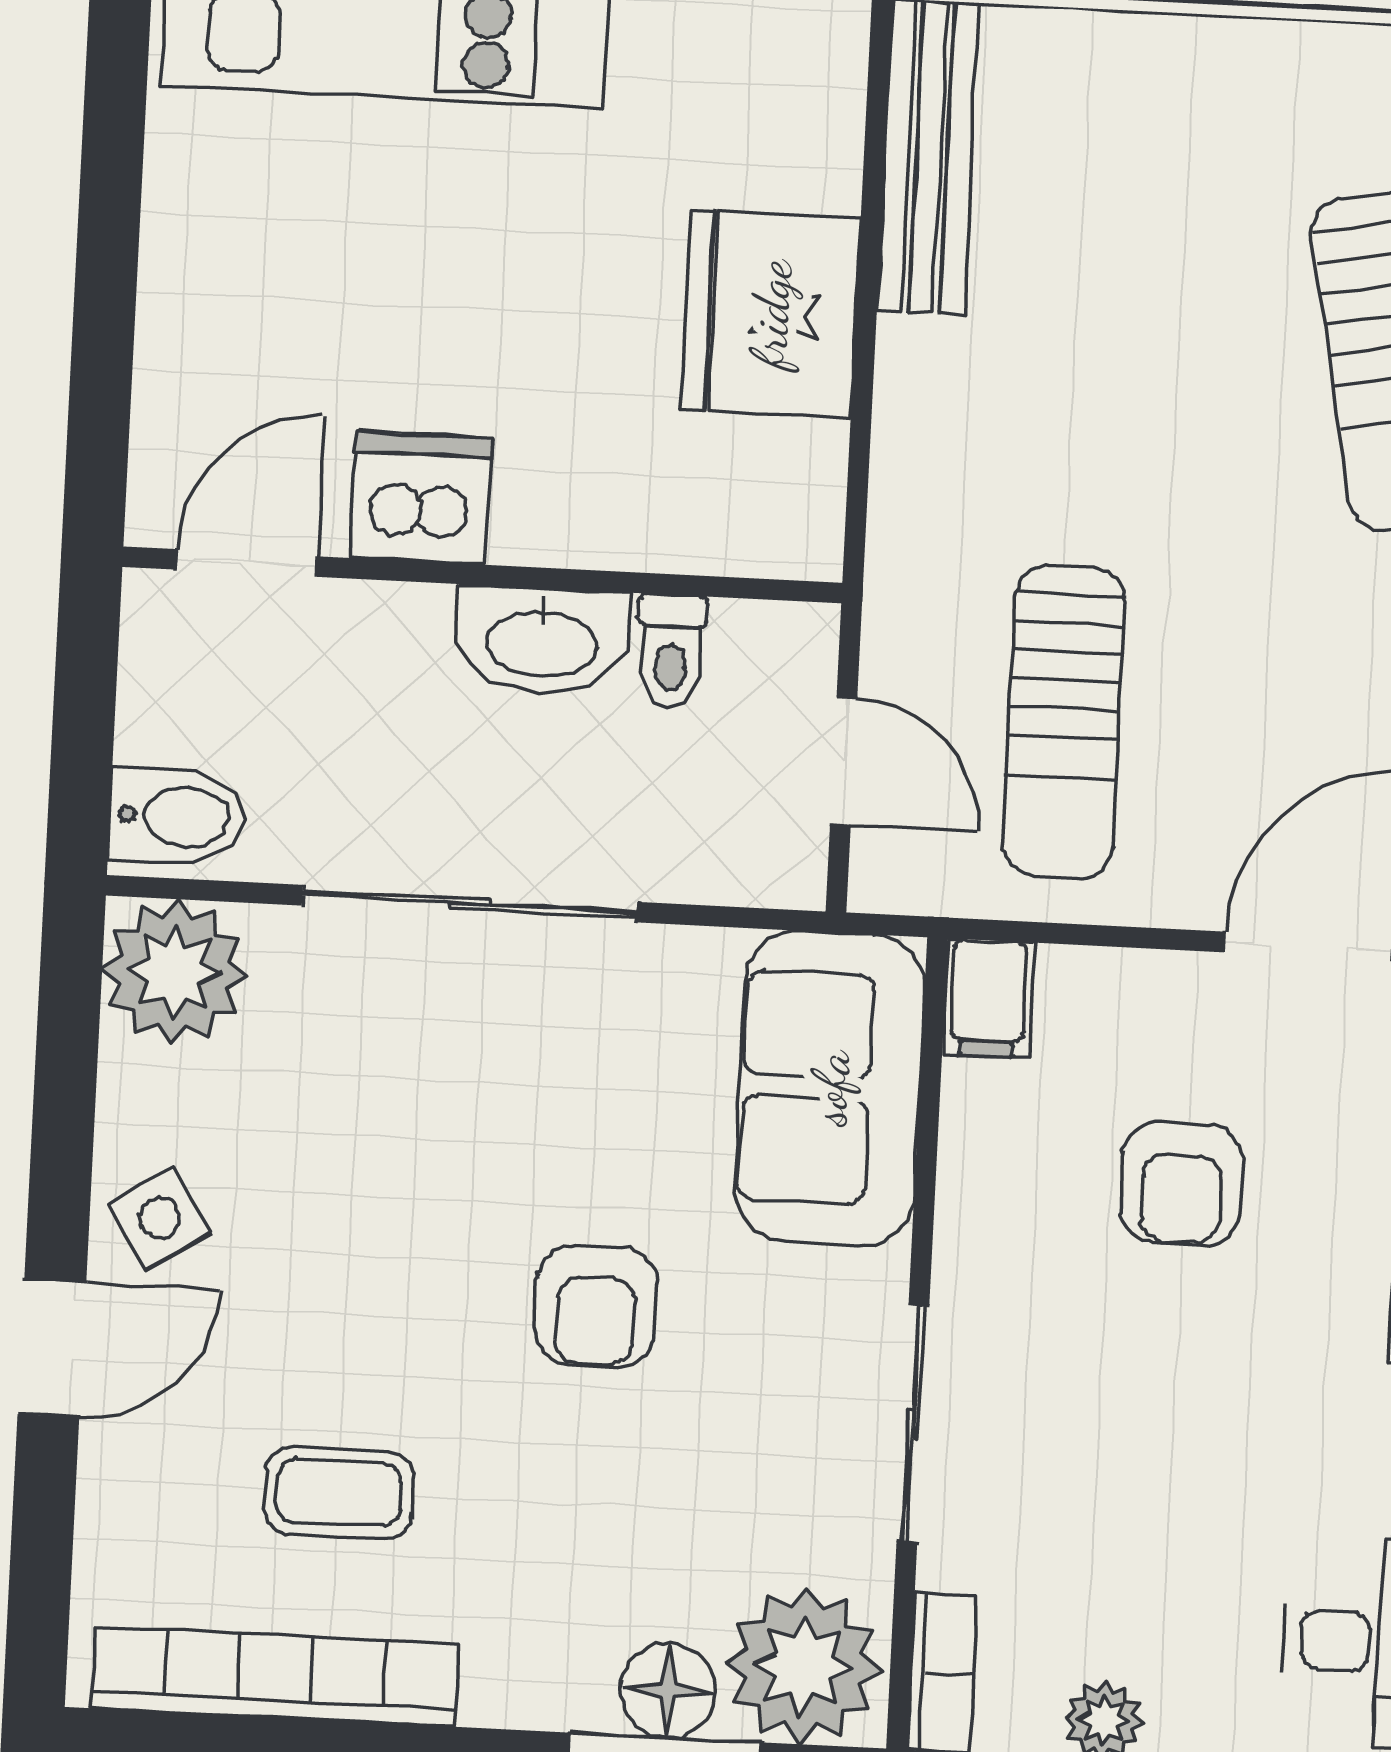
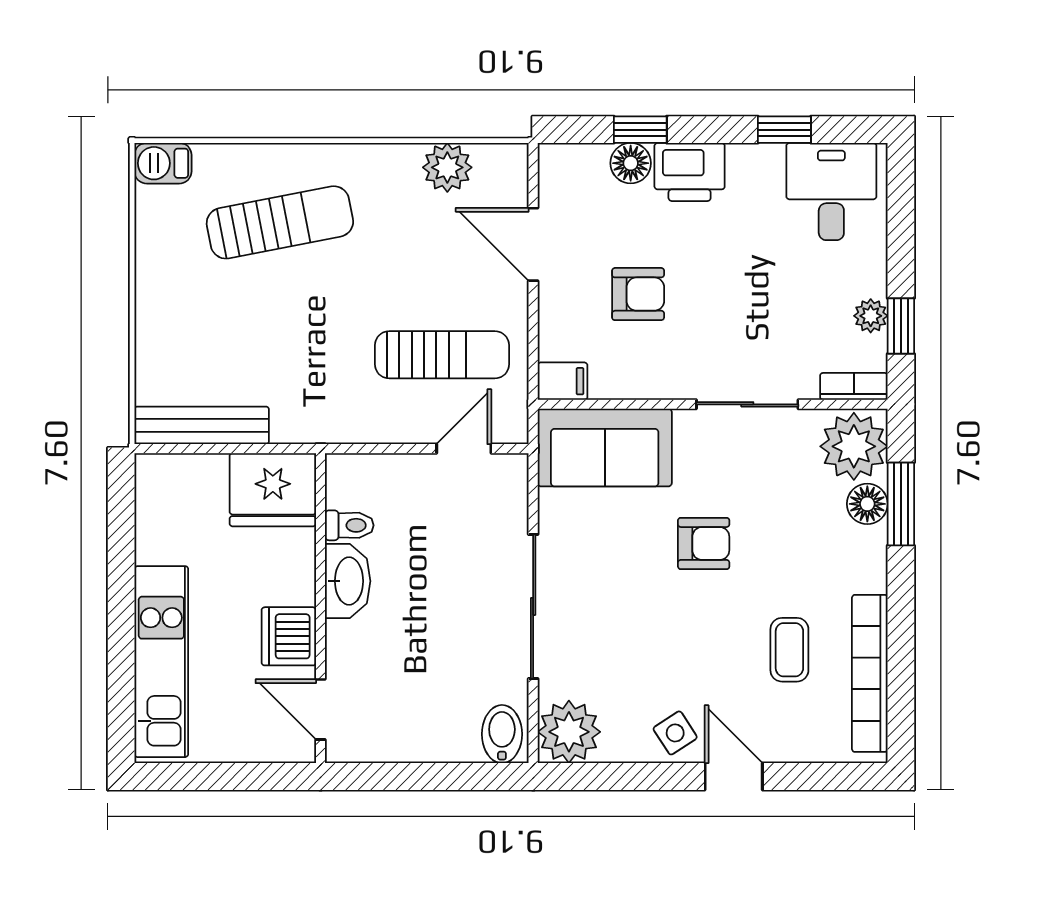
dishwasher: (421, 498) -> (289, 636), moved
door: (247, 563) -> (320, 709), moved
wall: (482, 575) -> (320, 608), moved
washbasin: (542, 641) -> (348, 581), moved
toilet: (671, 651) -> (349, 525), moved

